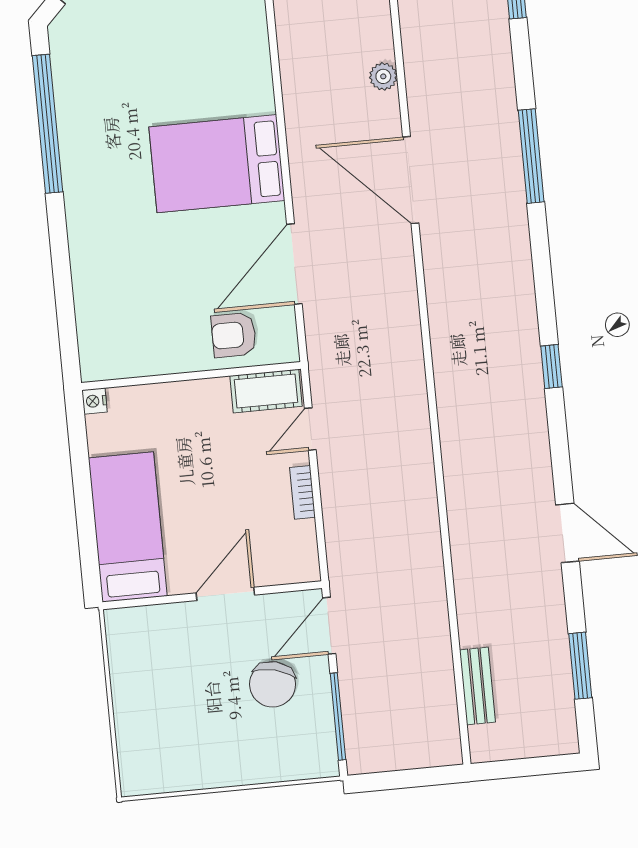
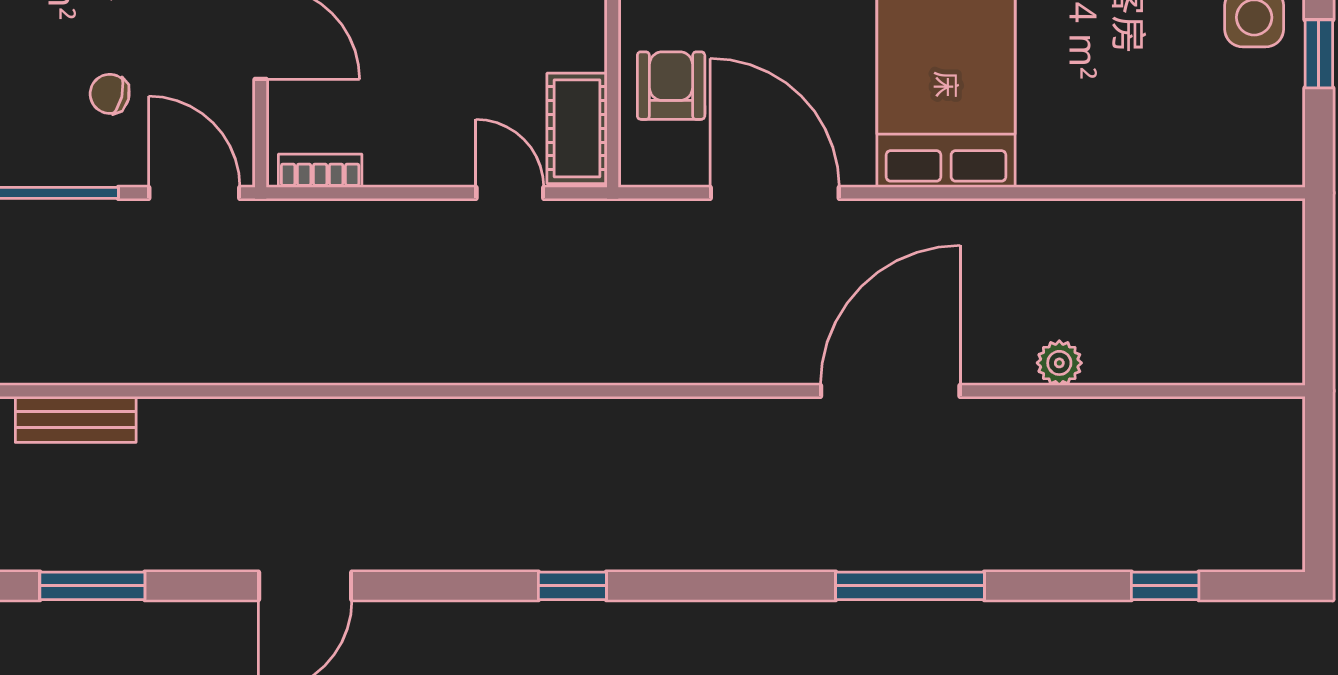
bookcase: (302, 492) -> (320, 171), moved
chair: (273, 684) -> (110, 94), width x0.54, depth x0.54

